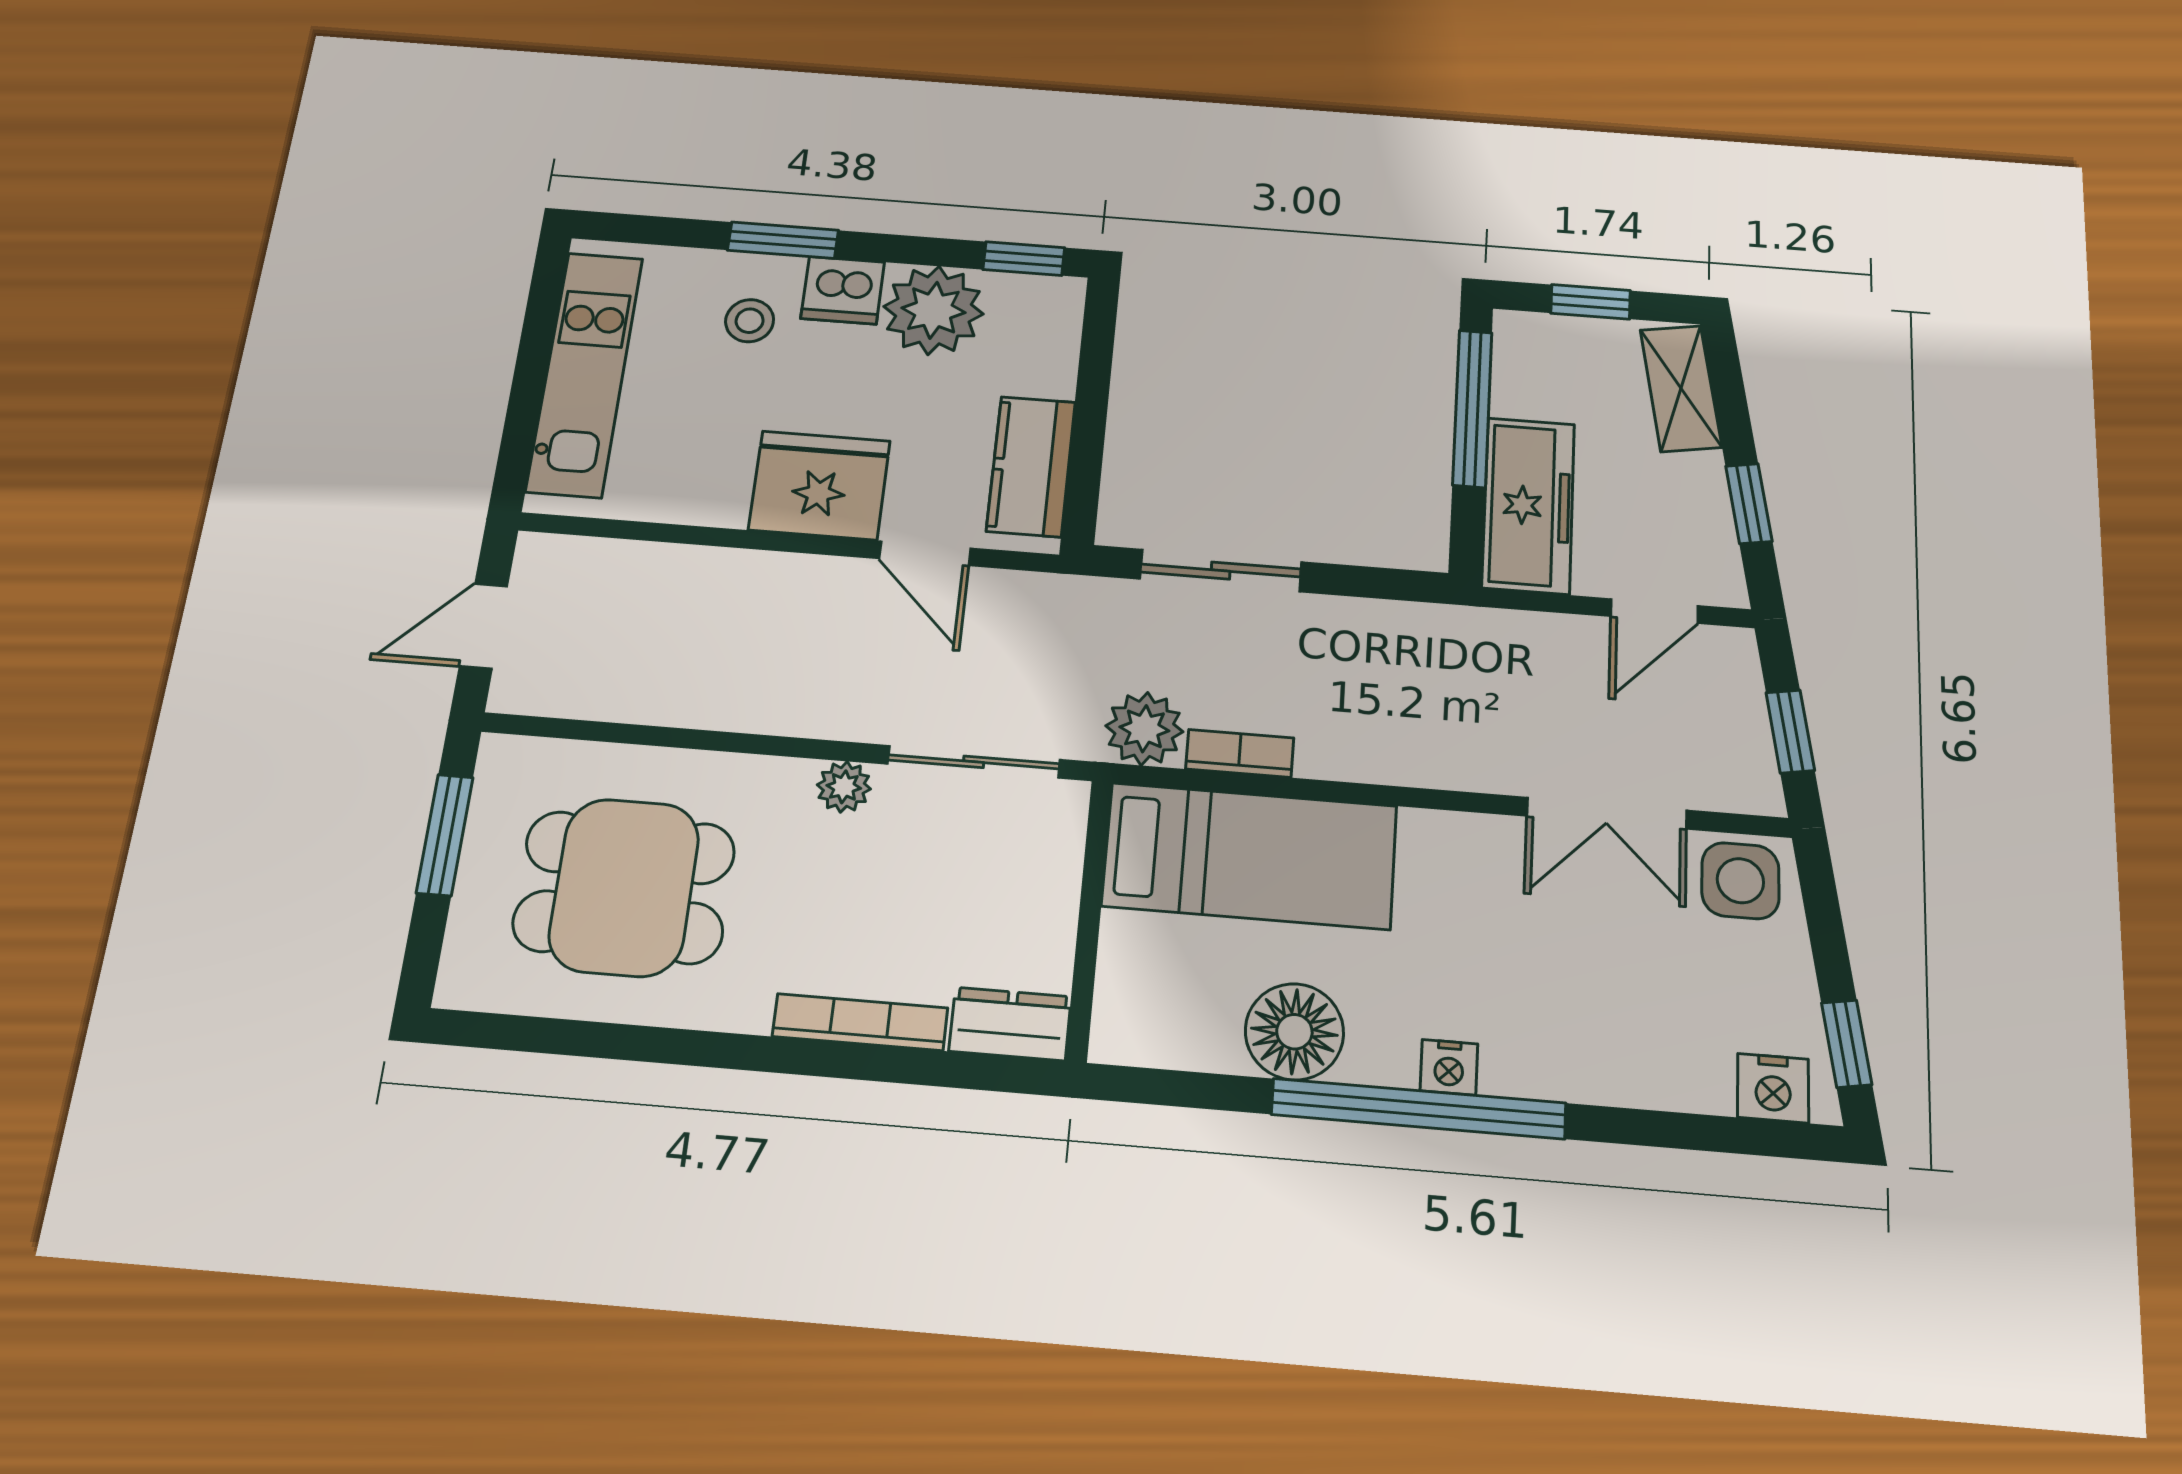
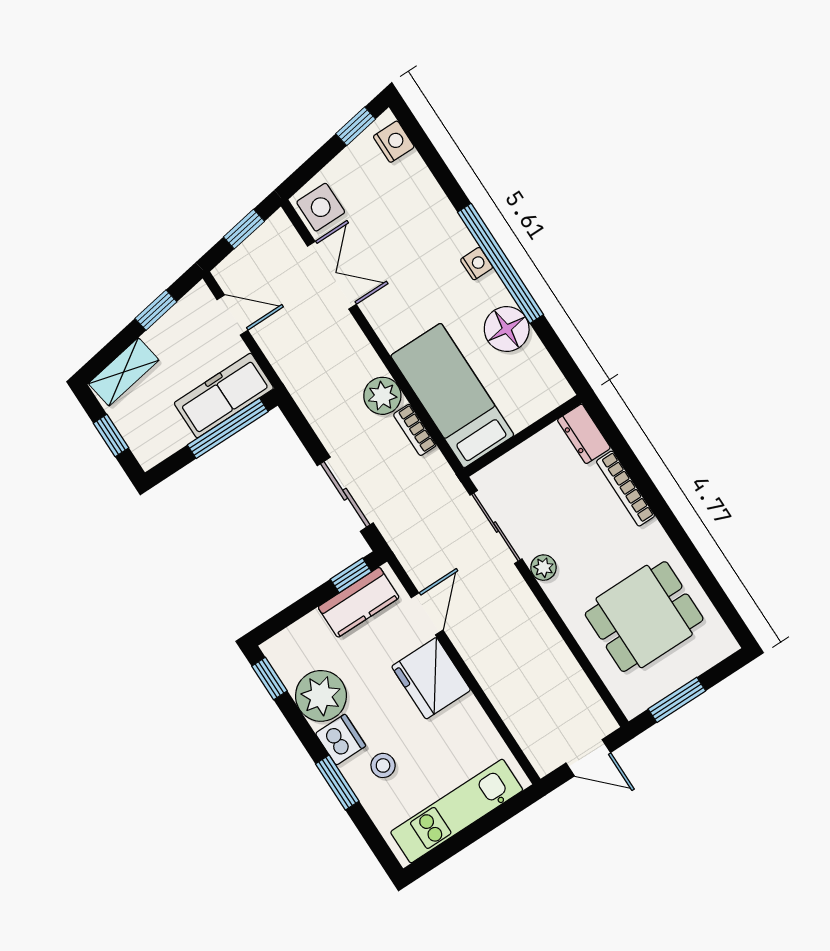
window: (1472, 408) -> (228, 428), moved
window: (1083, 486) -> (351, 575), added
plant: (1144, 729) -> (382, 396), moved
dining table: (624, 887) -> (644, 617), turned 90

